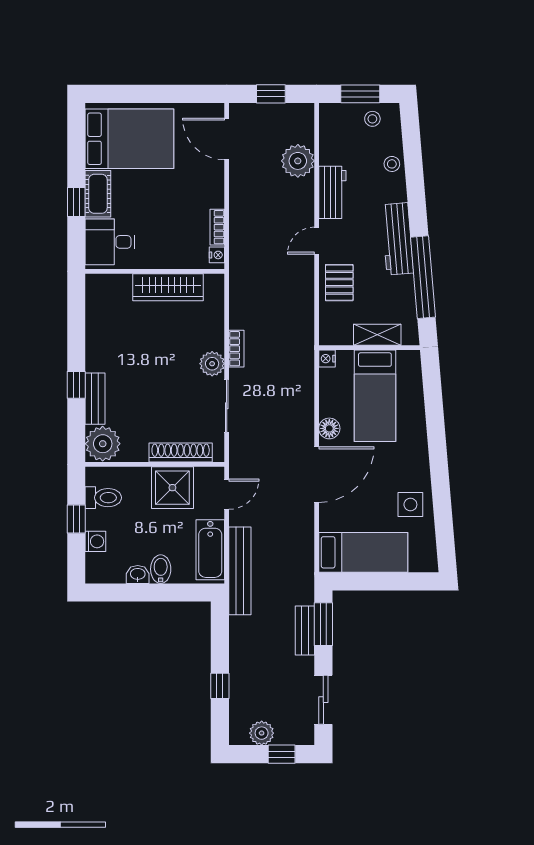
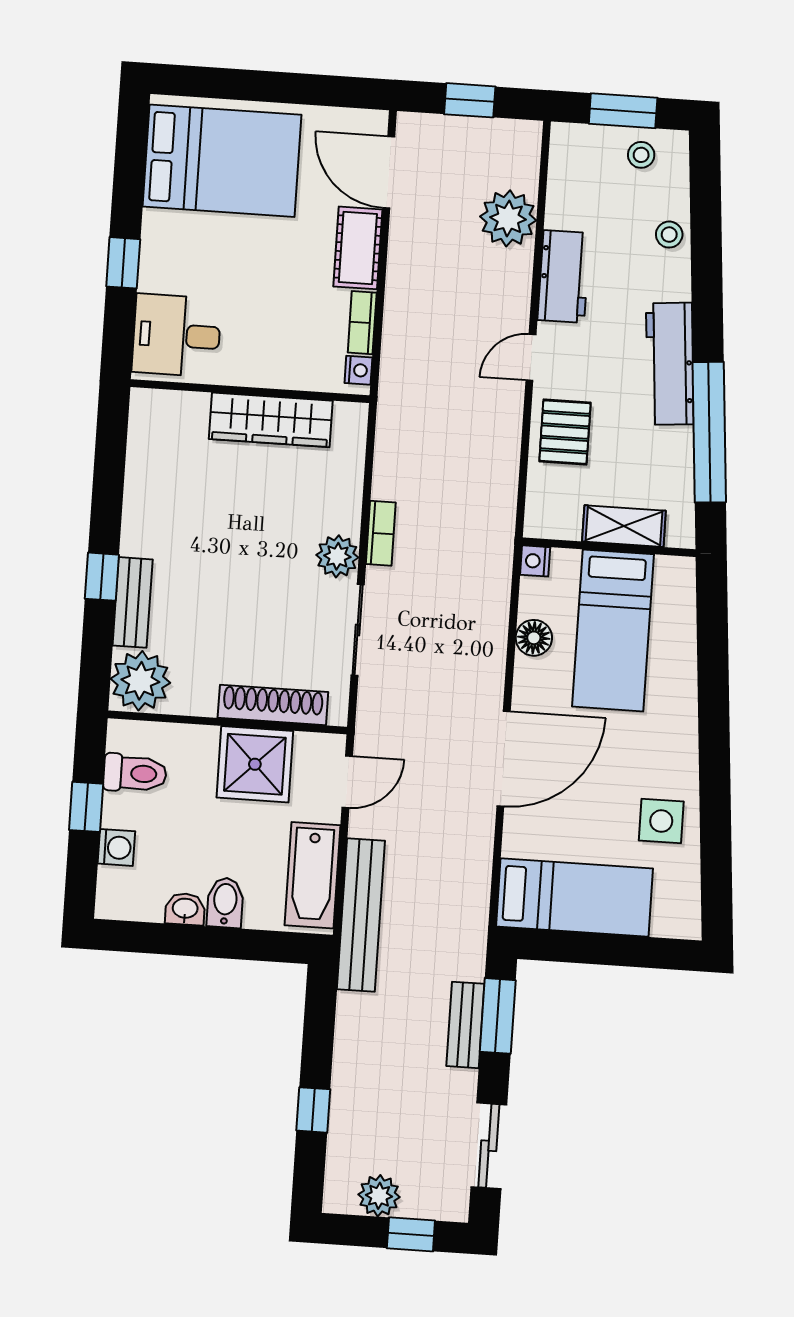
cot: (98, 194) -> (358, 248), moved
floor lamp: (329, 428) -> (534, 638), moved

